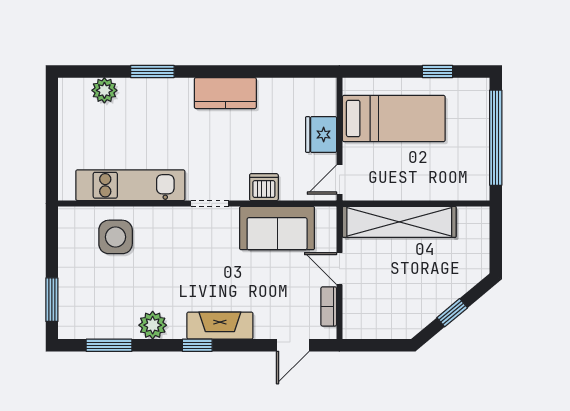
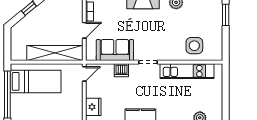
bed: (394, 119) -> (36, 81), moved, turned 180
fridge: (321, 135) -> (93, 107), moved
door: (339, 269) -> (84, 30), hinge flipped

